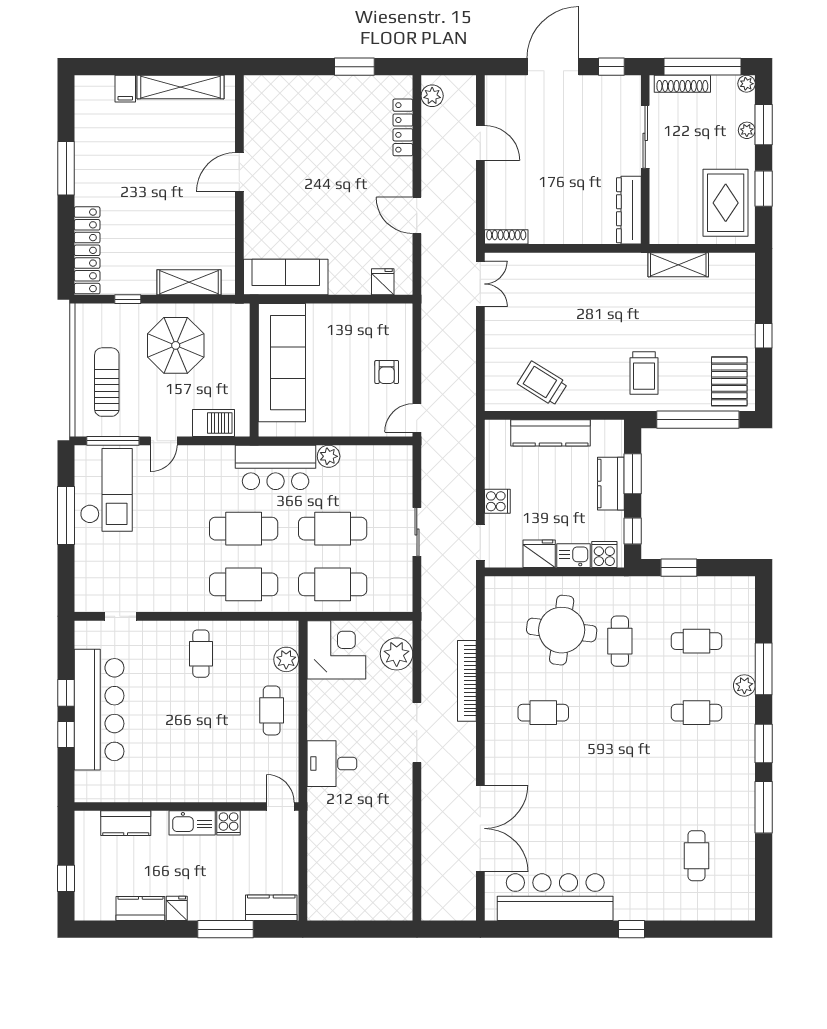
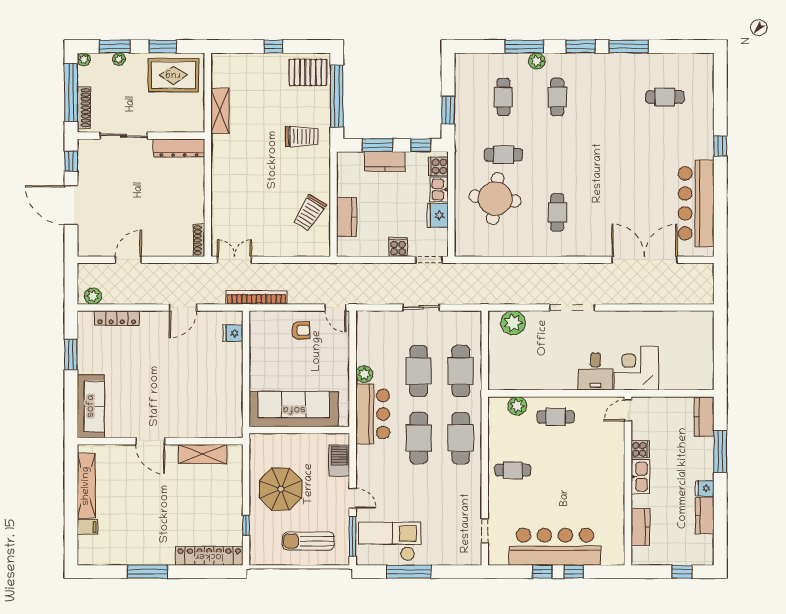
sofa: (286, 277) -> (91, 406), moved, turned 180
shelving: (189, 282) -> (203, 454), moved, turned 90
kitchen counter: (550, 433) -> (347, 217), width x0.67
corner desk: (336, 650) -> (636, 368), moved
bookcase: (467, 681) -> (257, 297), moved, turned 180

